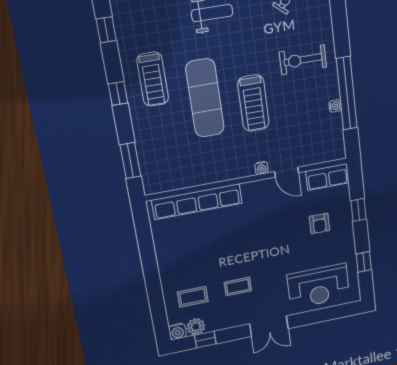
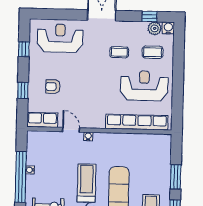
window: (130, 160) -> (176, 177), moved
armchair: (319, 224) -> (53, 87), turned -90
reception desk: (196, 252) -> (144, 86), added

